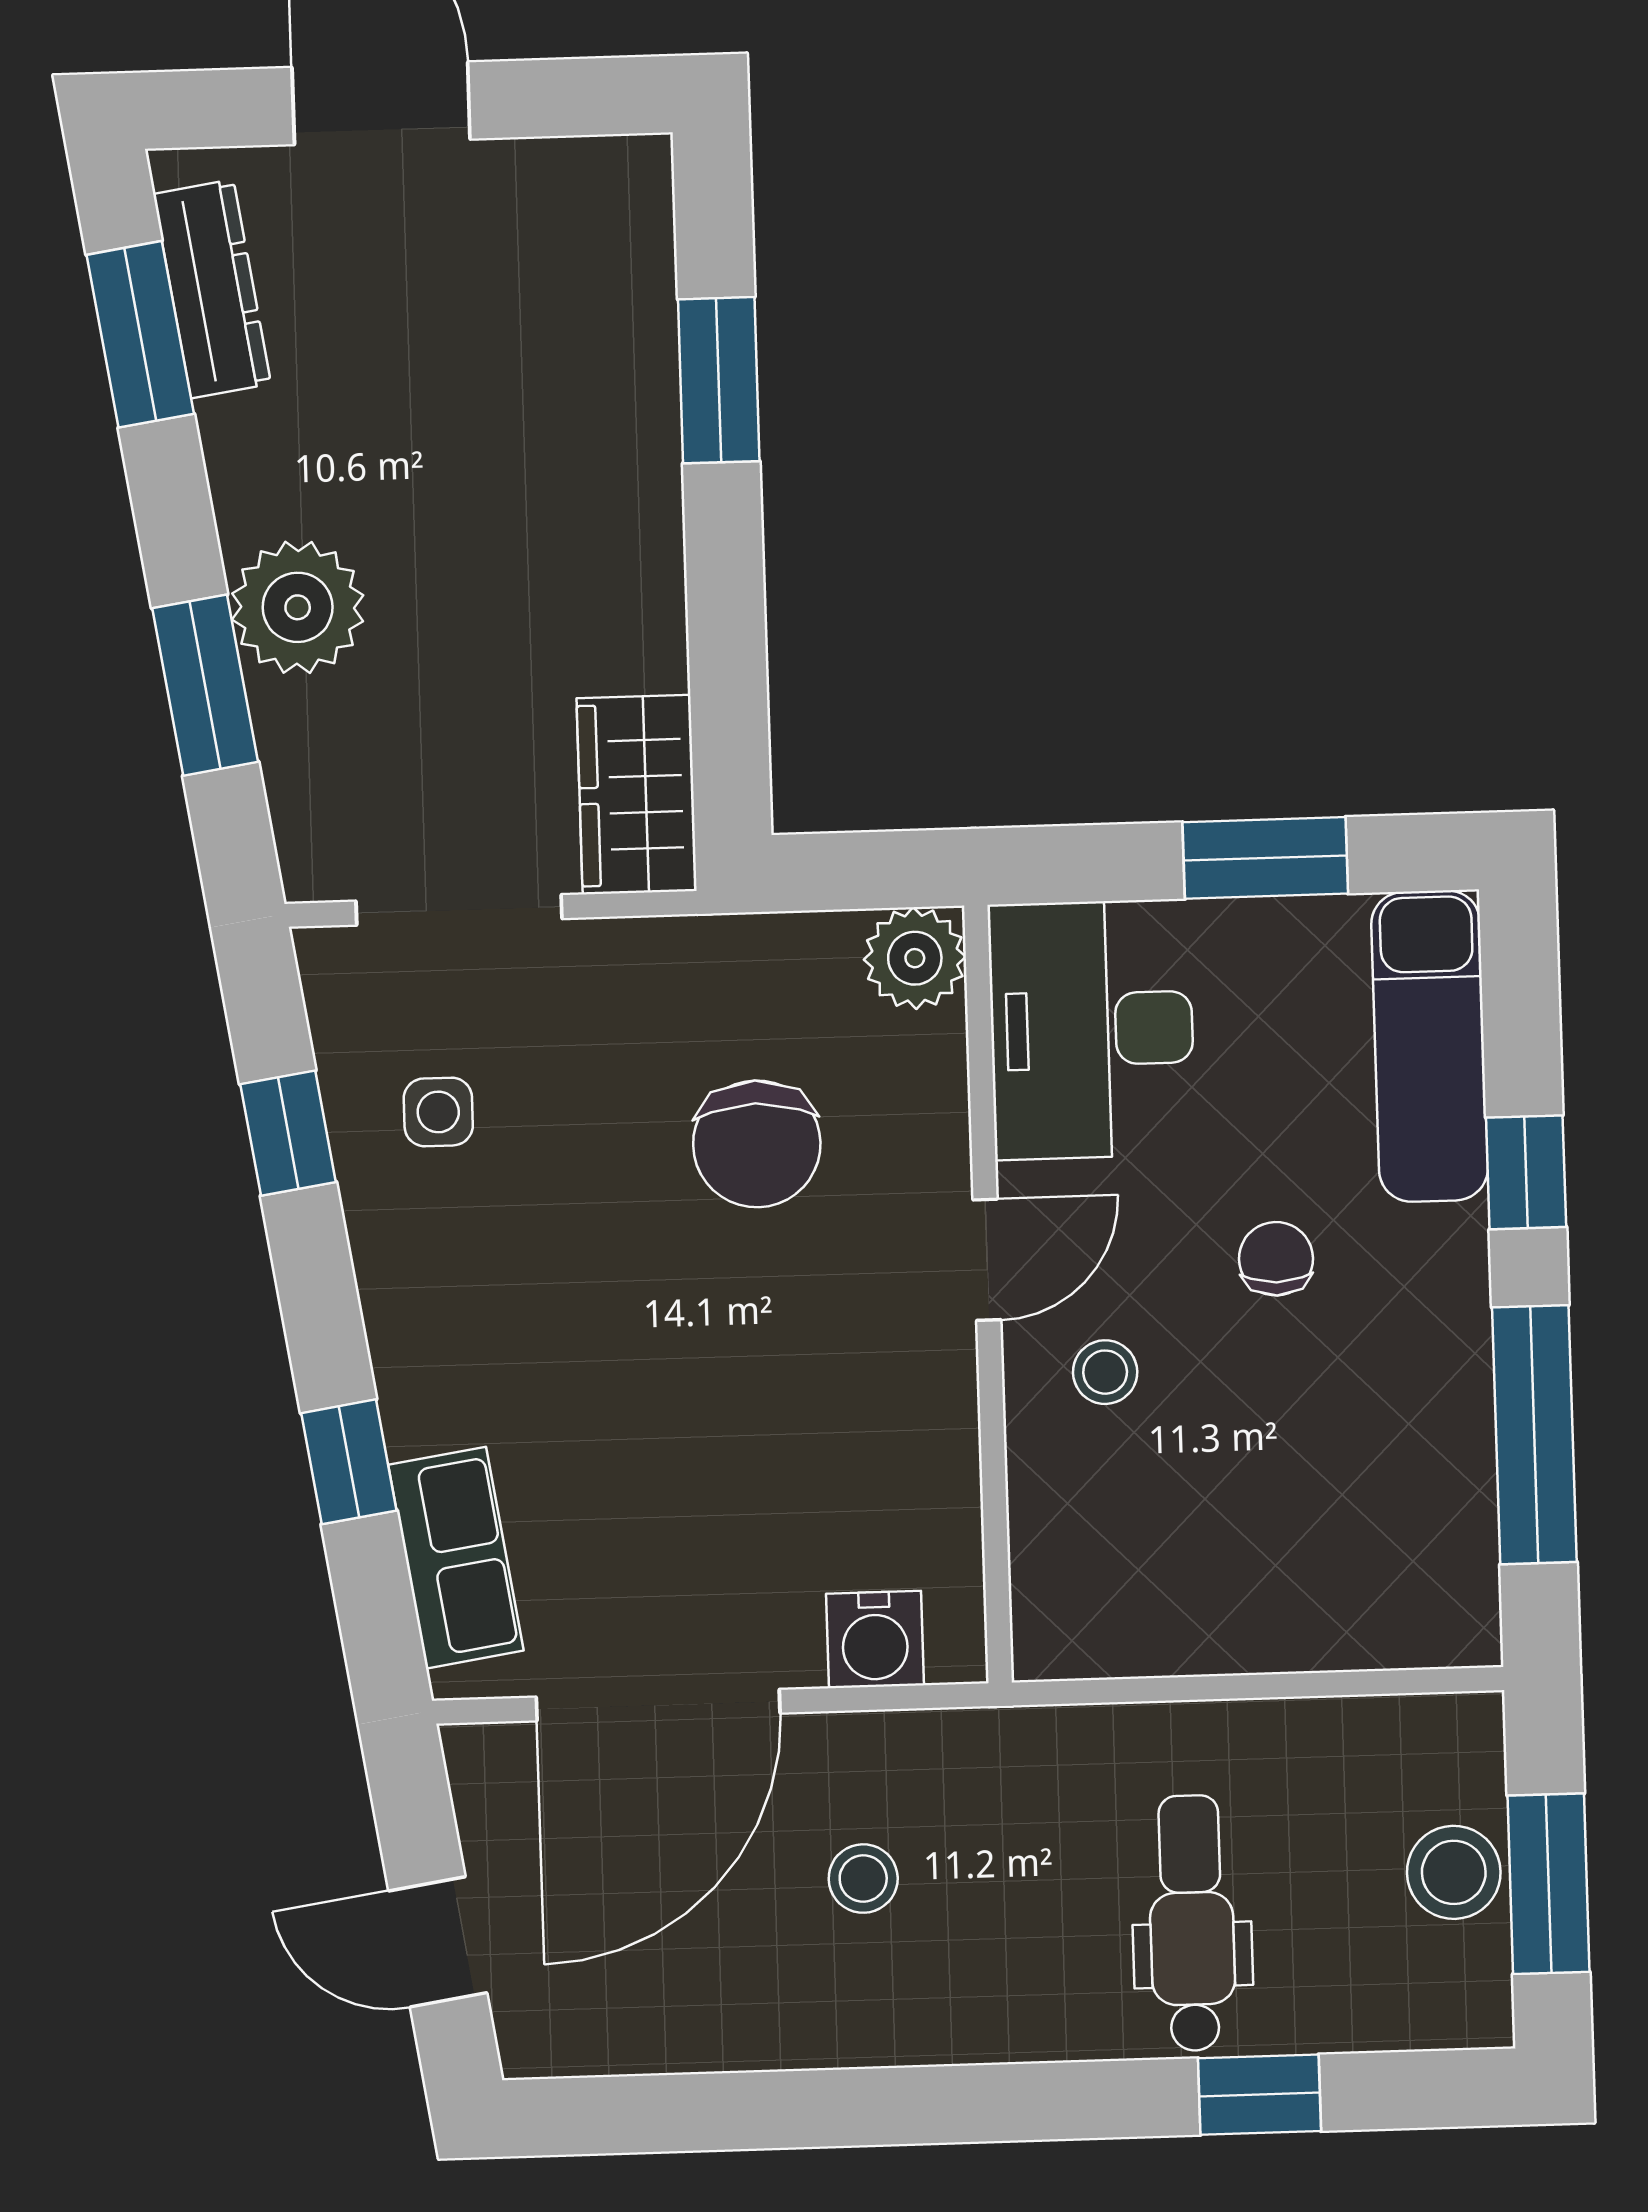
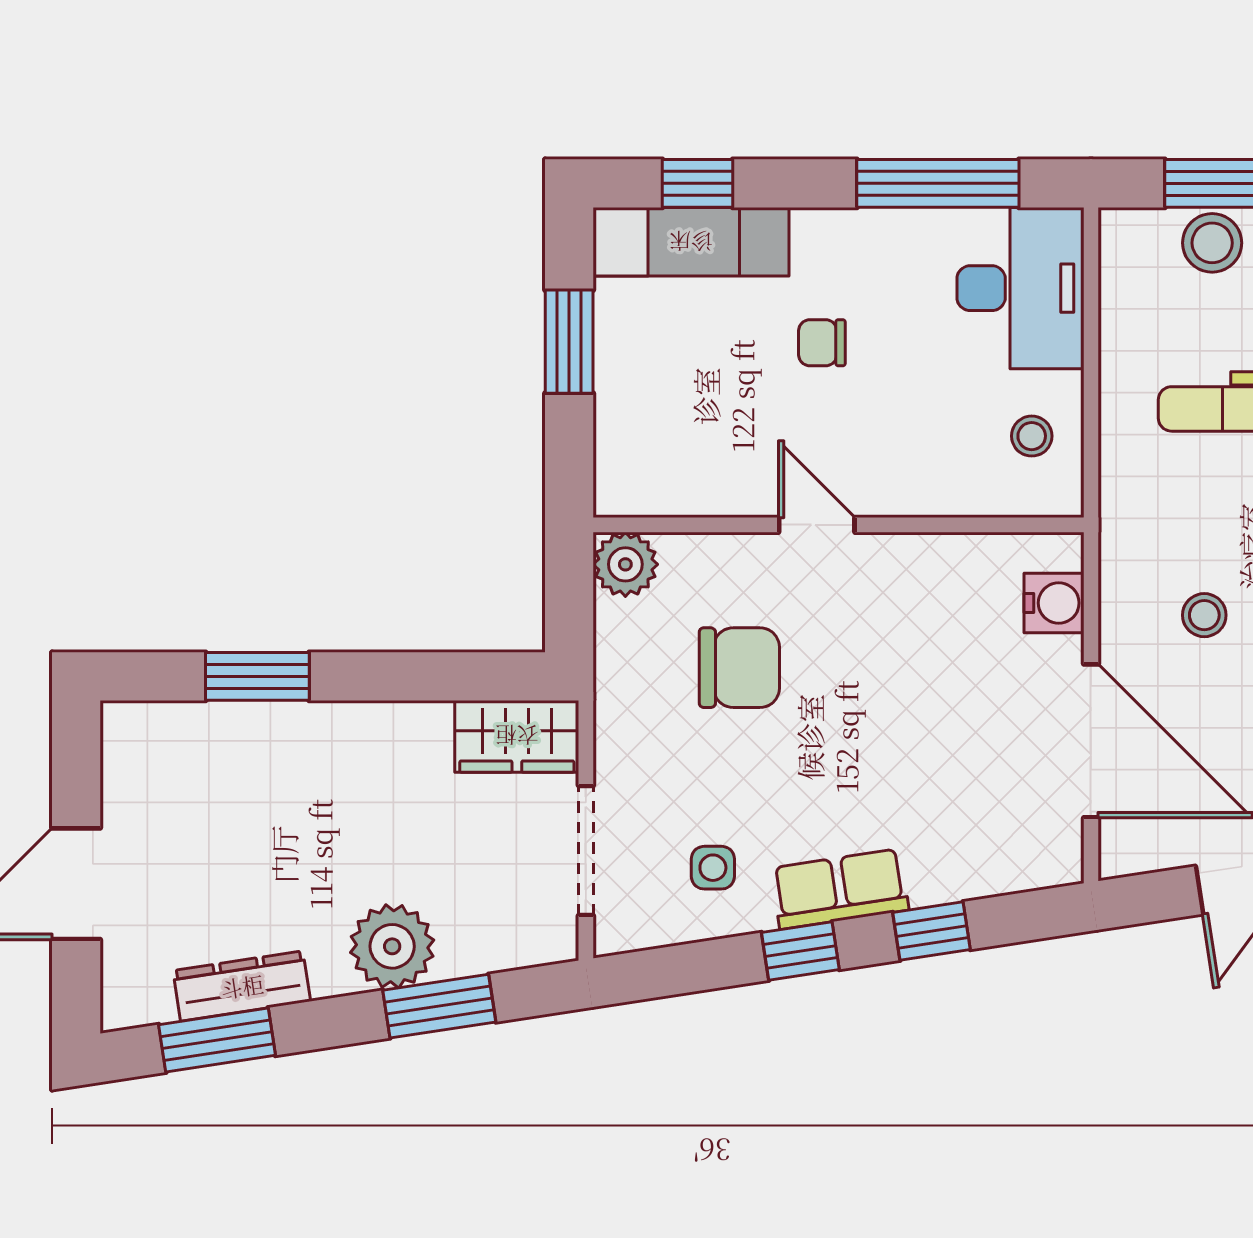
dresser: (212, 289) -> (242, 986), moved
desk: (1092, 1029) -> (1020, 288), moved, turned -90
window: (288, 1133) -> (800, 951), moved
window: (1526, 1172) -> (698, 183), moved
stool: (1105, 1372) -> (1032, 436), moved
row of seats: (456, 1558) -> (840, 889), moved

